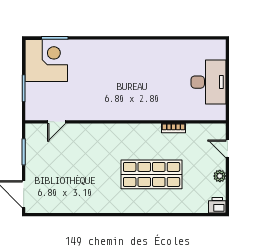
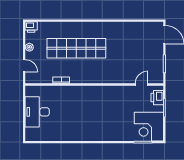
printer: (34, 103) -> (157, 98), added
shop shelf: (152, 174) -> (76, 48), width x1.40

